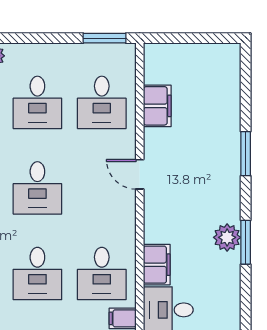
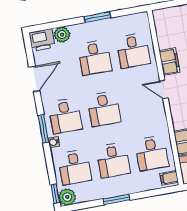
window: (105, 38) -> (97, 17), moved
filing cabinet: (157, 106) -> (170, 62), moved

